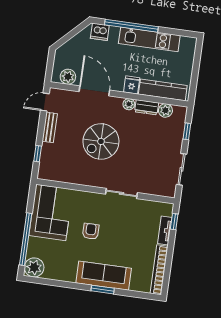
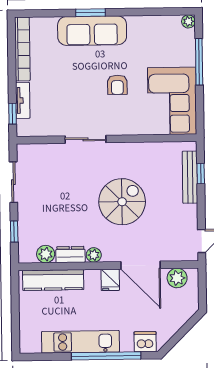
fridge: (132, 85) -> (110, 280), moved
bench: (50, 127) -> (190, 177), moved, width x1.36
window: (26, 239) -> (199, 62), width x0.68
plant: (34, 267) -> (188, 21), width x0.53, depth x0.53

